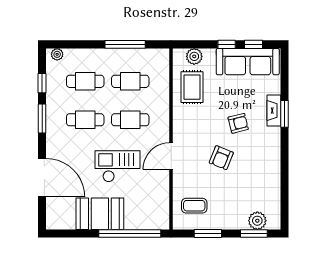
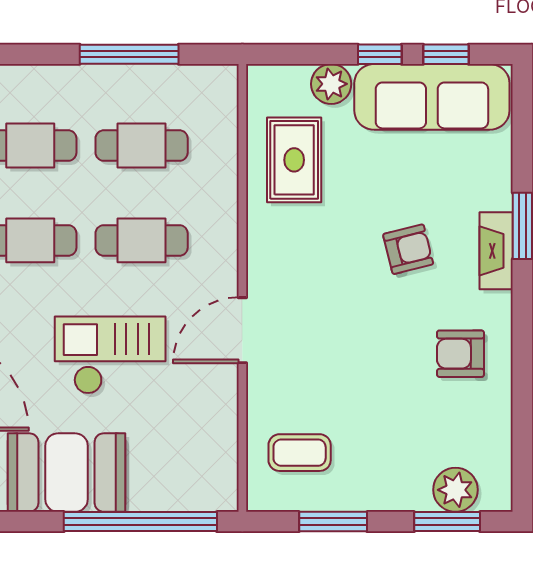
plant: (194, 56) -> (331, 84), moved
fireplace: (274, 111) -> (496, 251), moved
armchair: (221, 158) -> (460, 354), moved, turned 68

